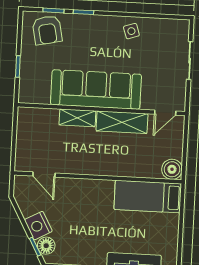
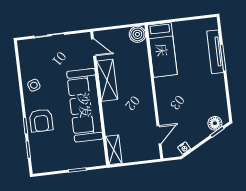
armchair: (47, 30) -> (41, 120), moved, turned 102
shelving: (77, 118) -> (114, 150), moved
nightstand: (38, 226) -> (184, 148), moved, width x0.53, depth x0.56

